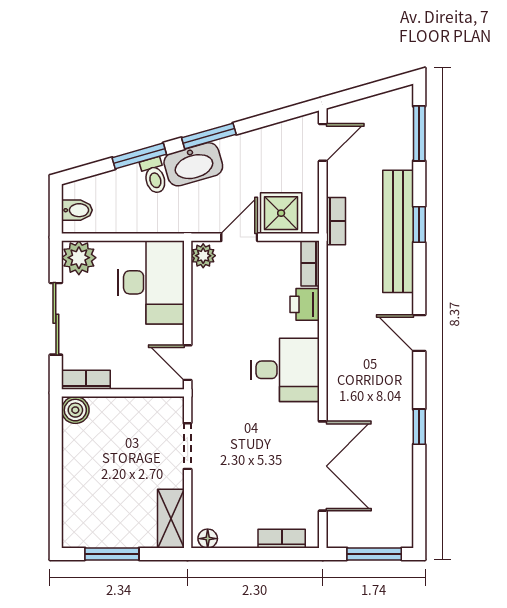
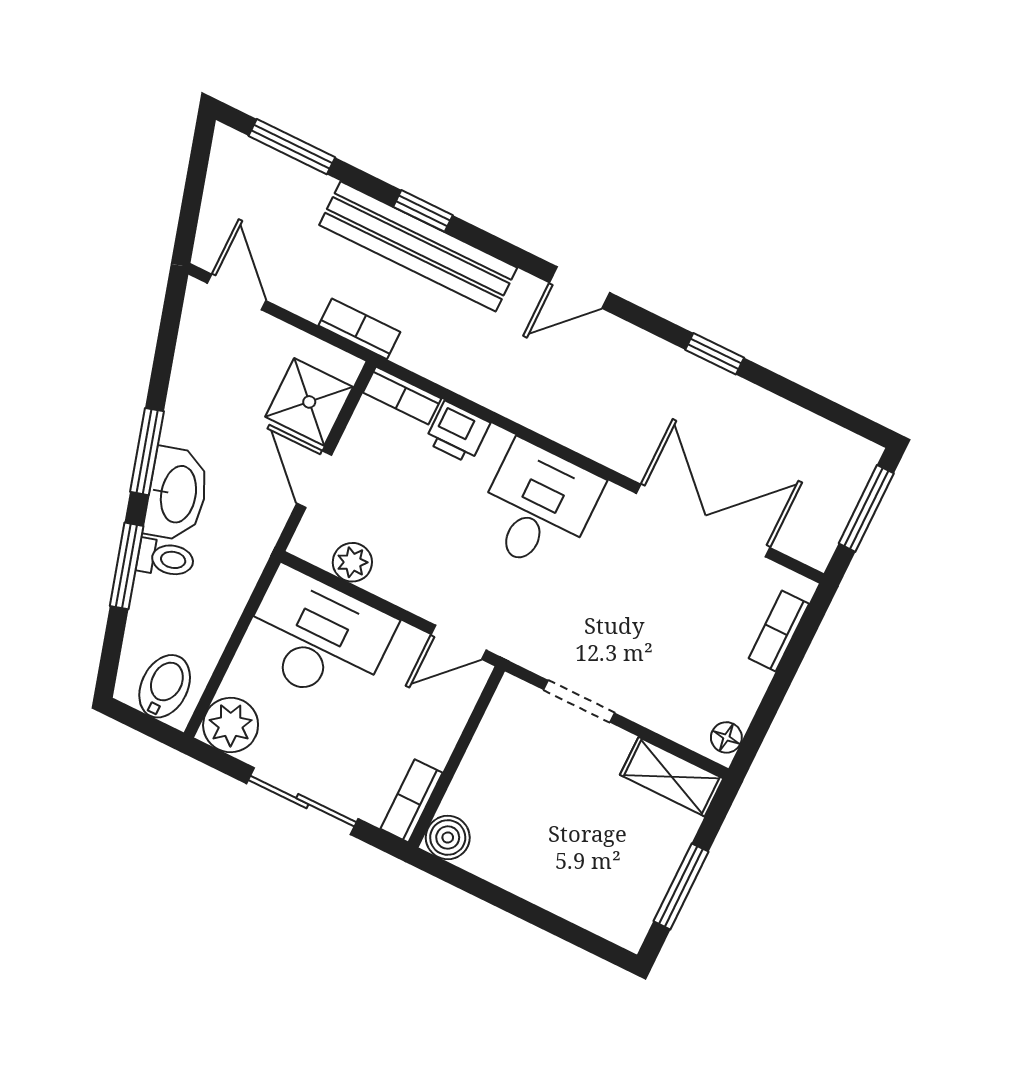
bidet: (77, 210) -> (165, 686), width x1.38, depth x1.36
plant: (203, 256) -> (352, 562), moved

